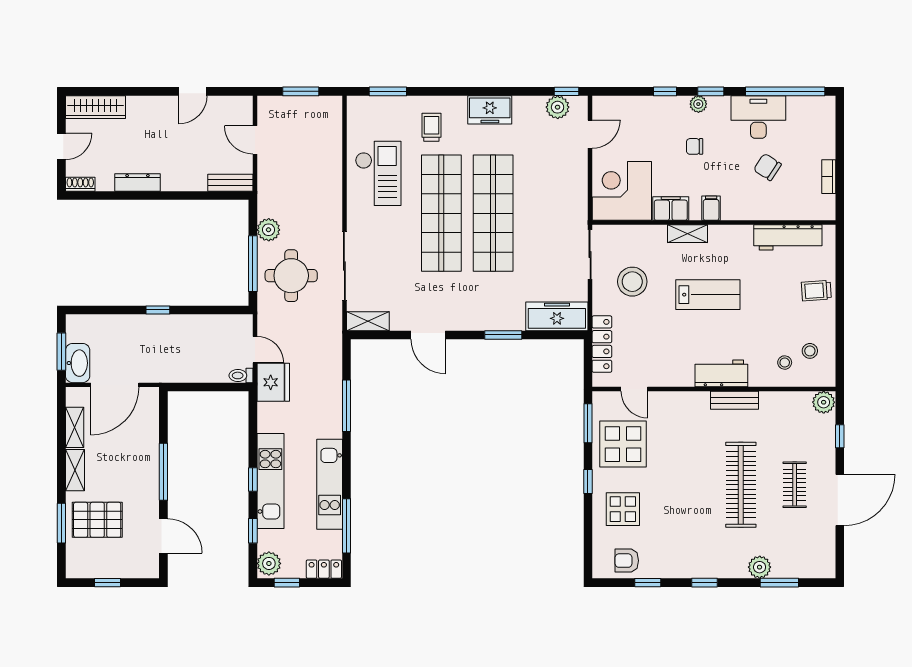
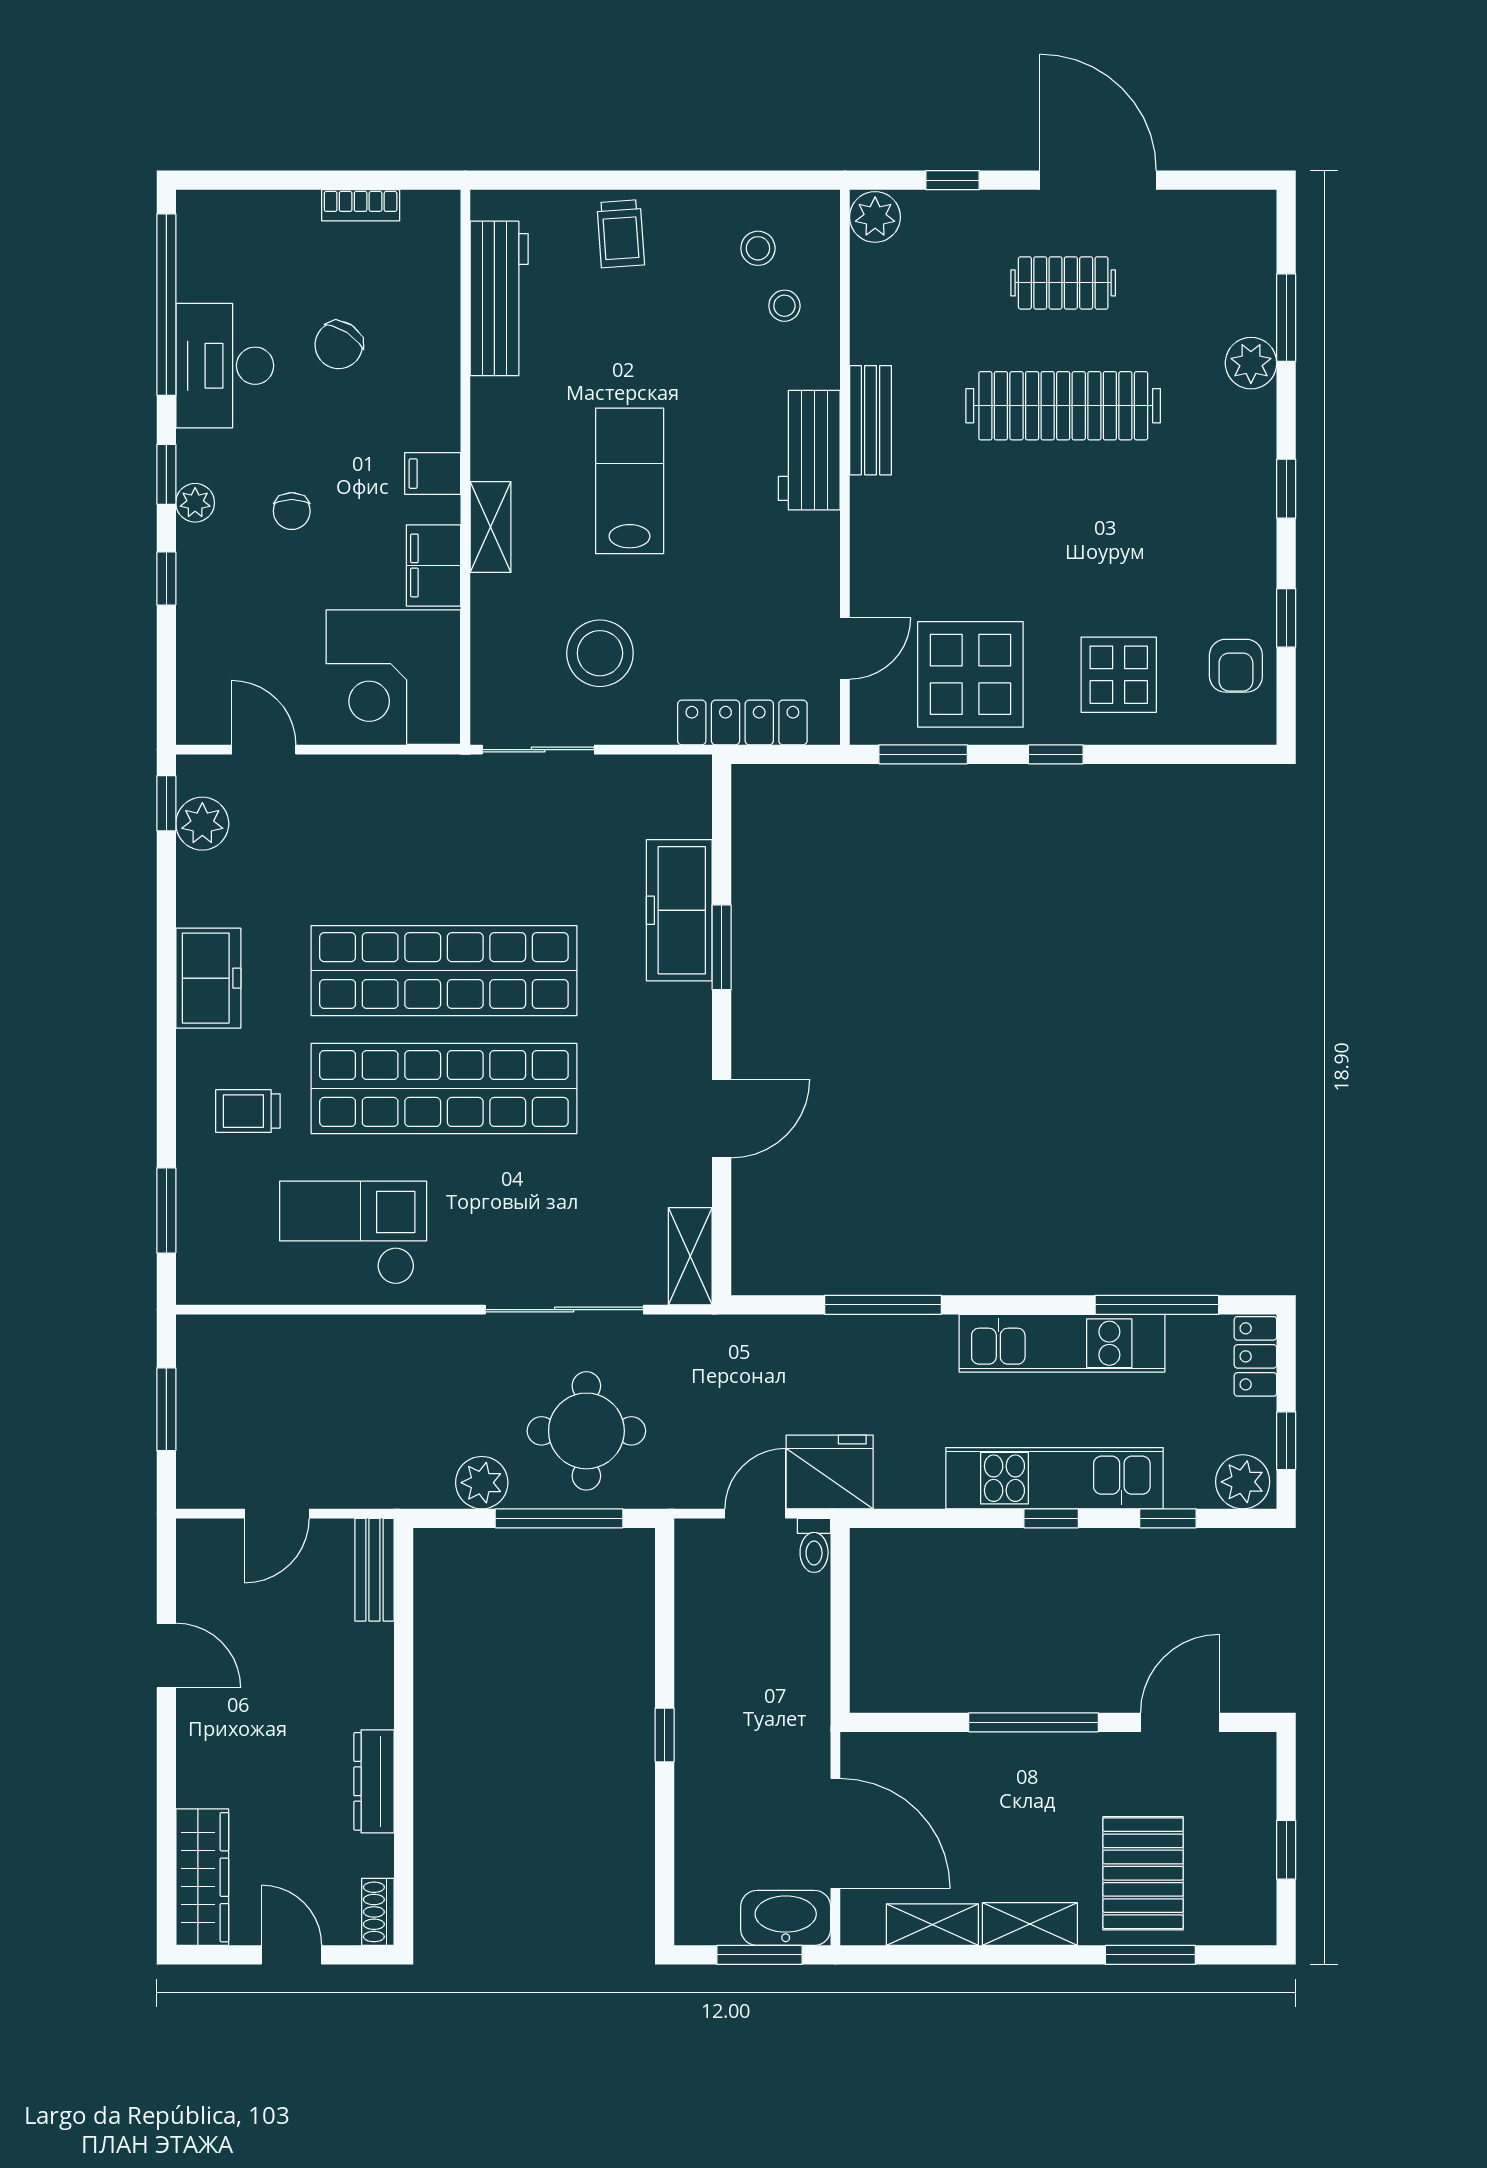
freezer: (557, 316) -> (679, 910), moved

